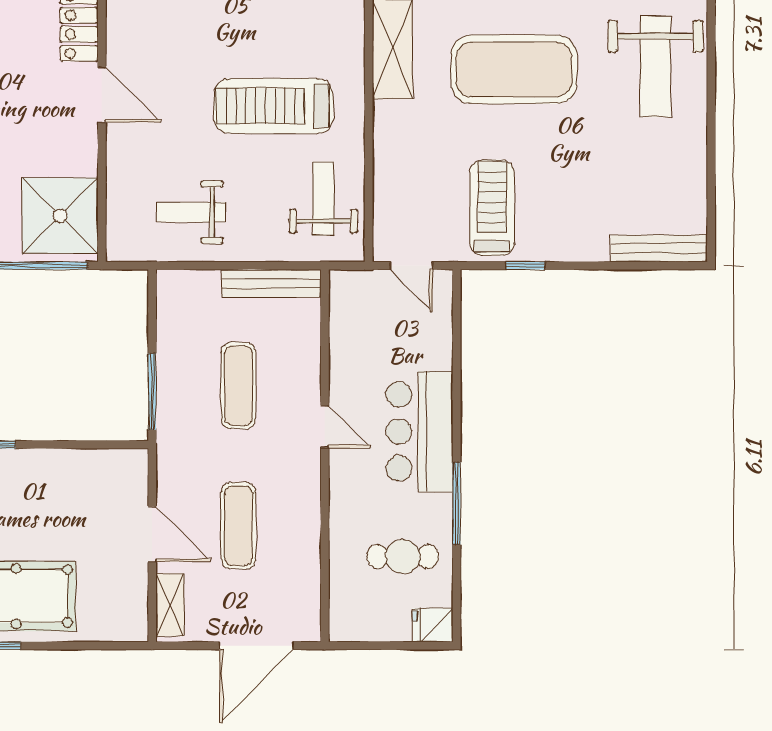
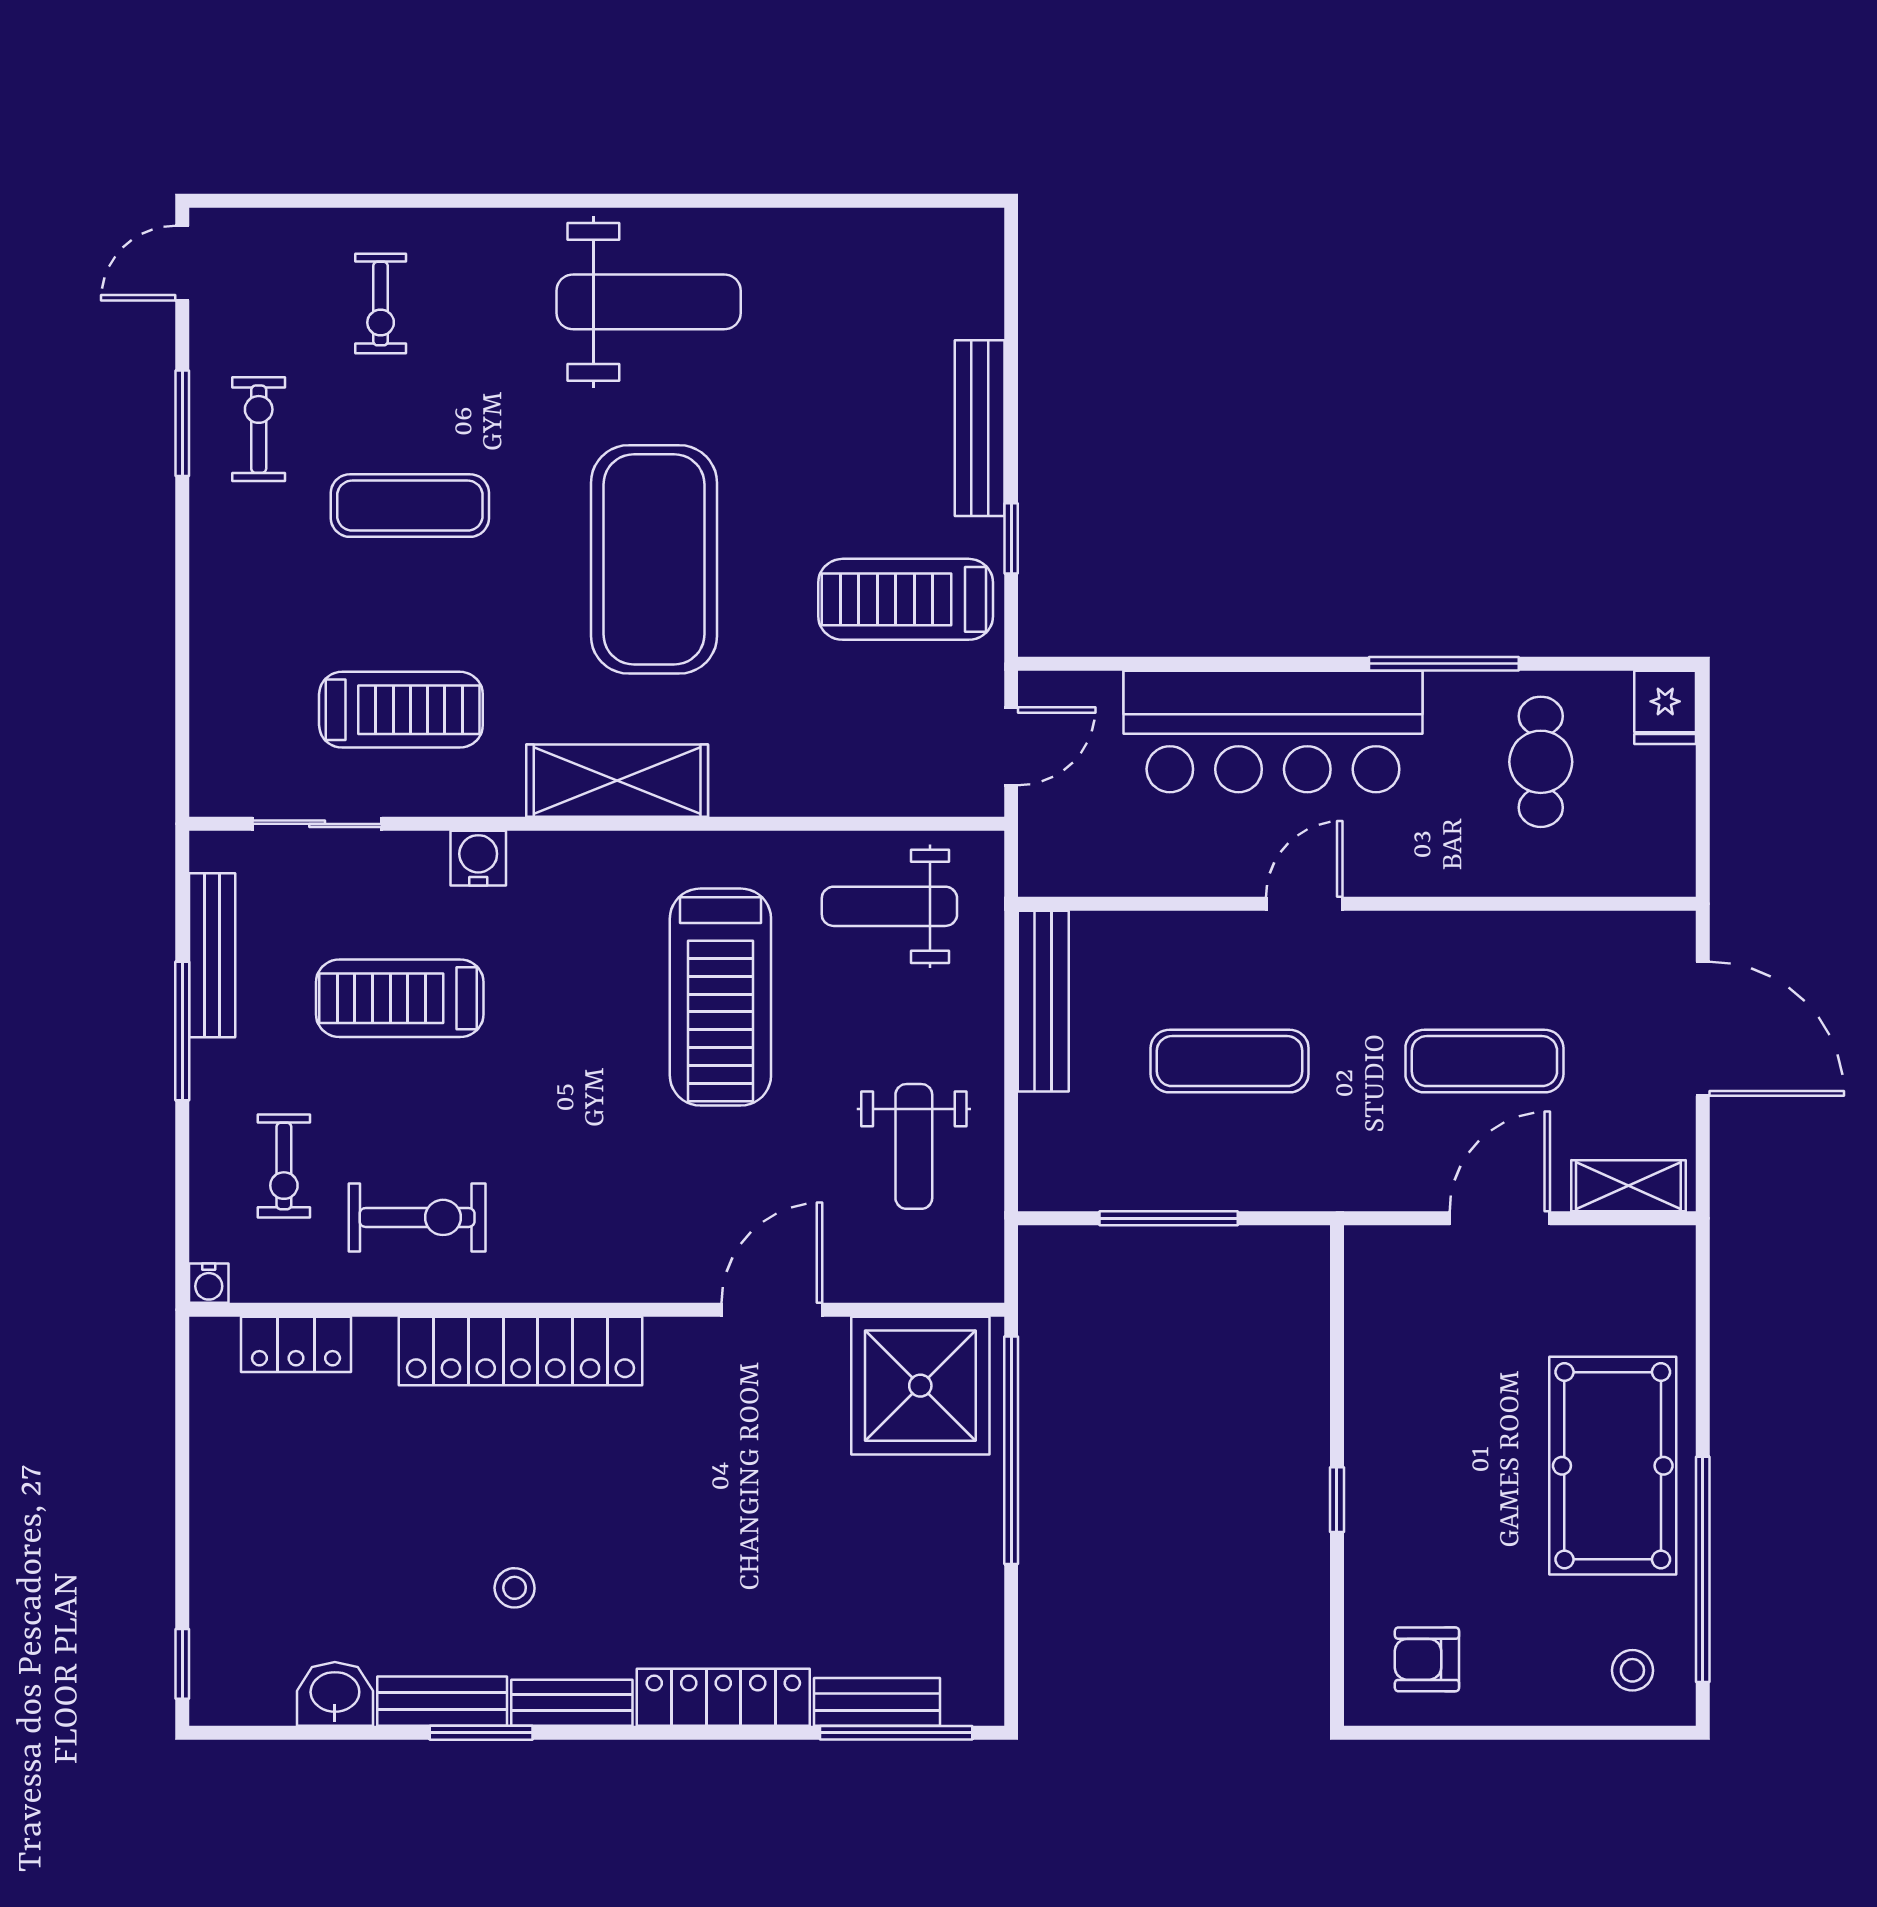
door: (102, 95) -> (772, 1310), moved
bench: (659, 248) -> (980, 428), moved
window: (152, 391) -> (1169, 1218), moved
bar counter: (419, 431) -> (1273, 731), width x1.36

